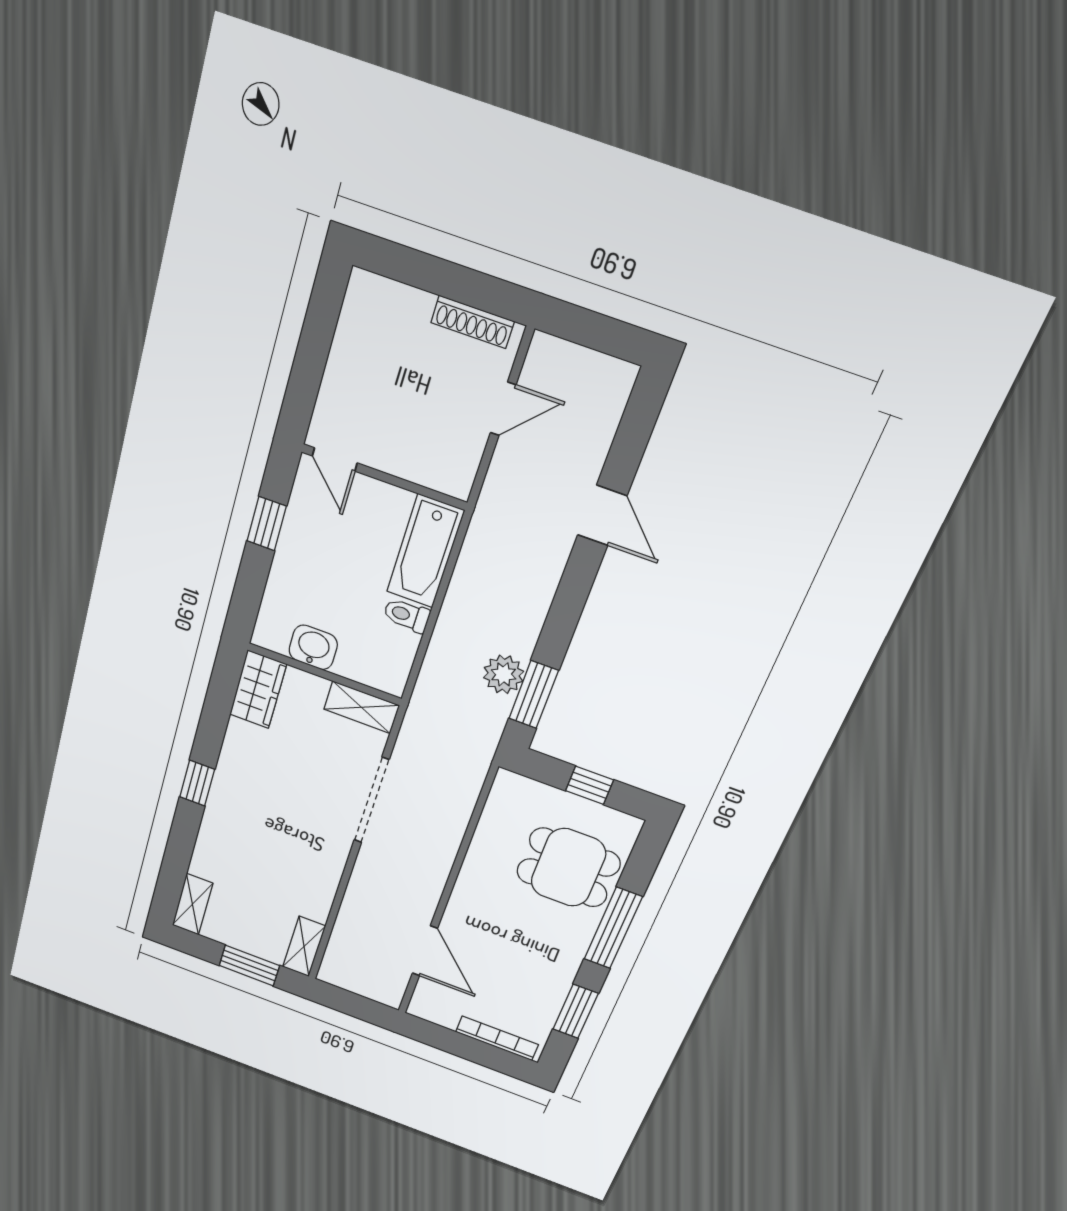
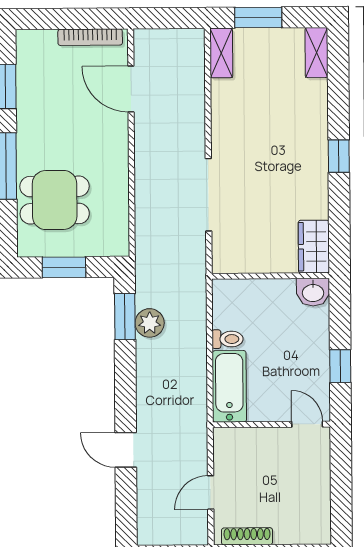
washbasin: (313, 647) -> (313, 292), moved
shelving: (361, 707) -> (237, 262), removed
window: (590, 785) -> (64, 267), width x1.50
bookcase: (497, 1038) -> (90, 37), moved

